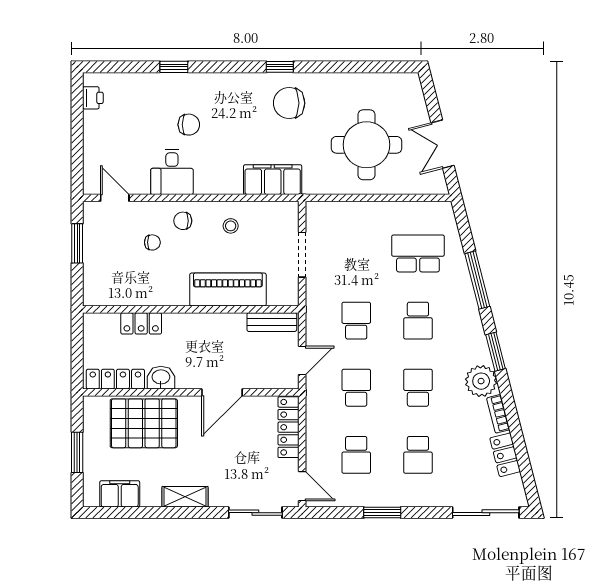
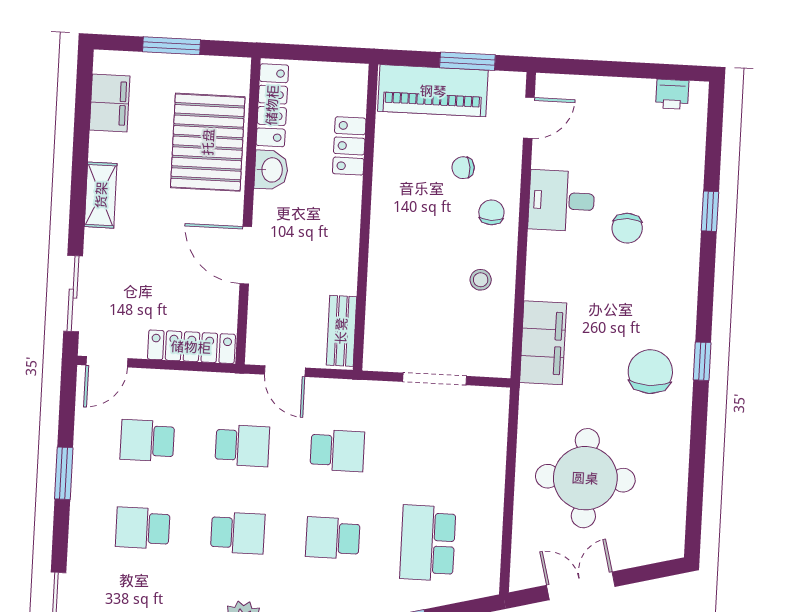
chair: (152, 242) -> (463, 168), turned 84
school desk: (418, 253) -> (428, 543), turned 180
piano: (228, 290) -> (433, 91), moved, turned 90

